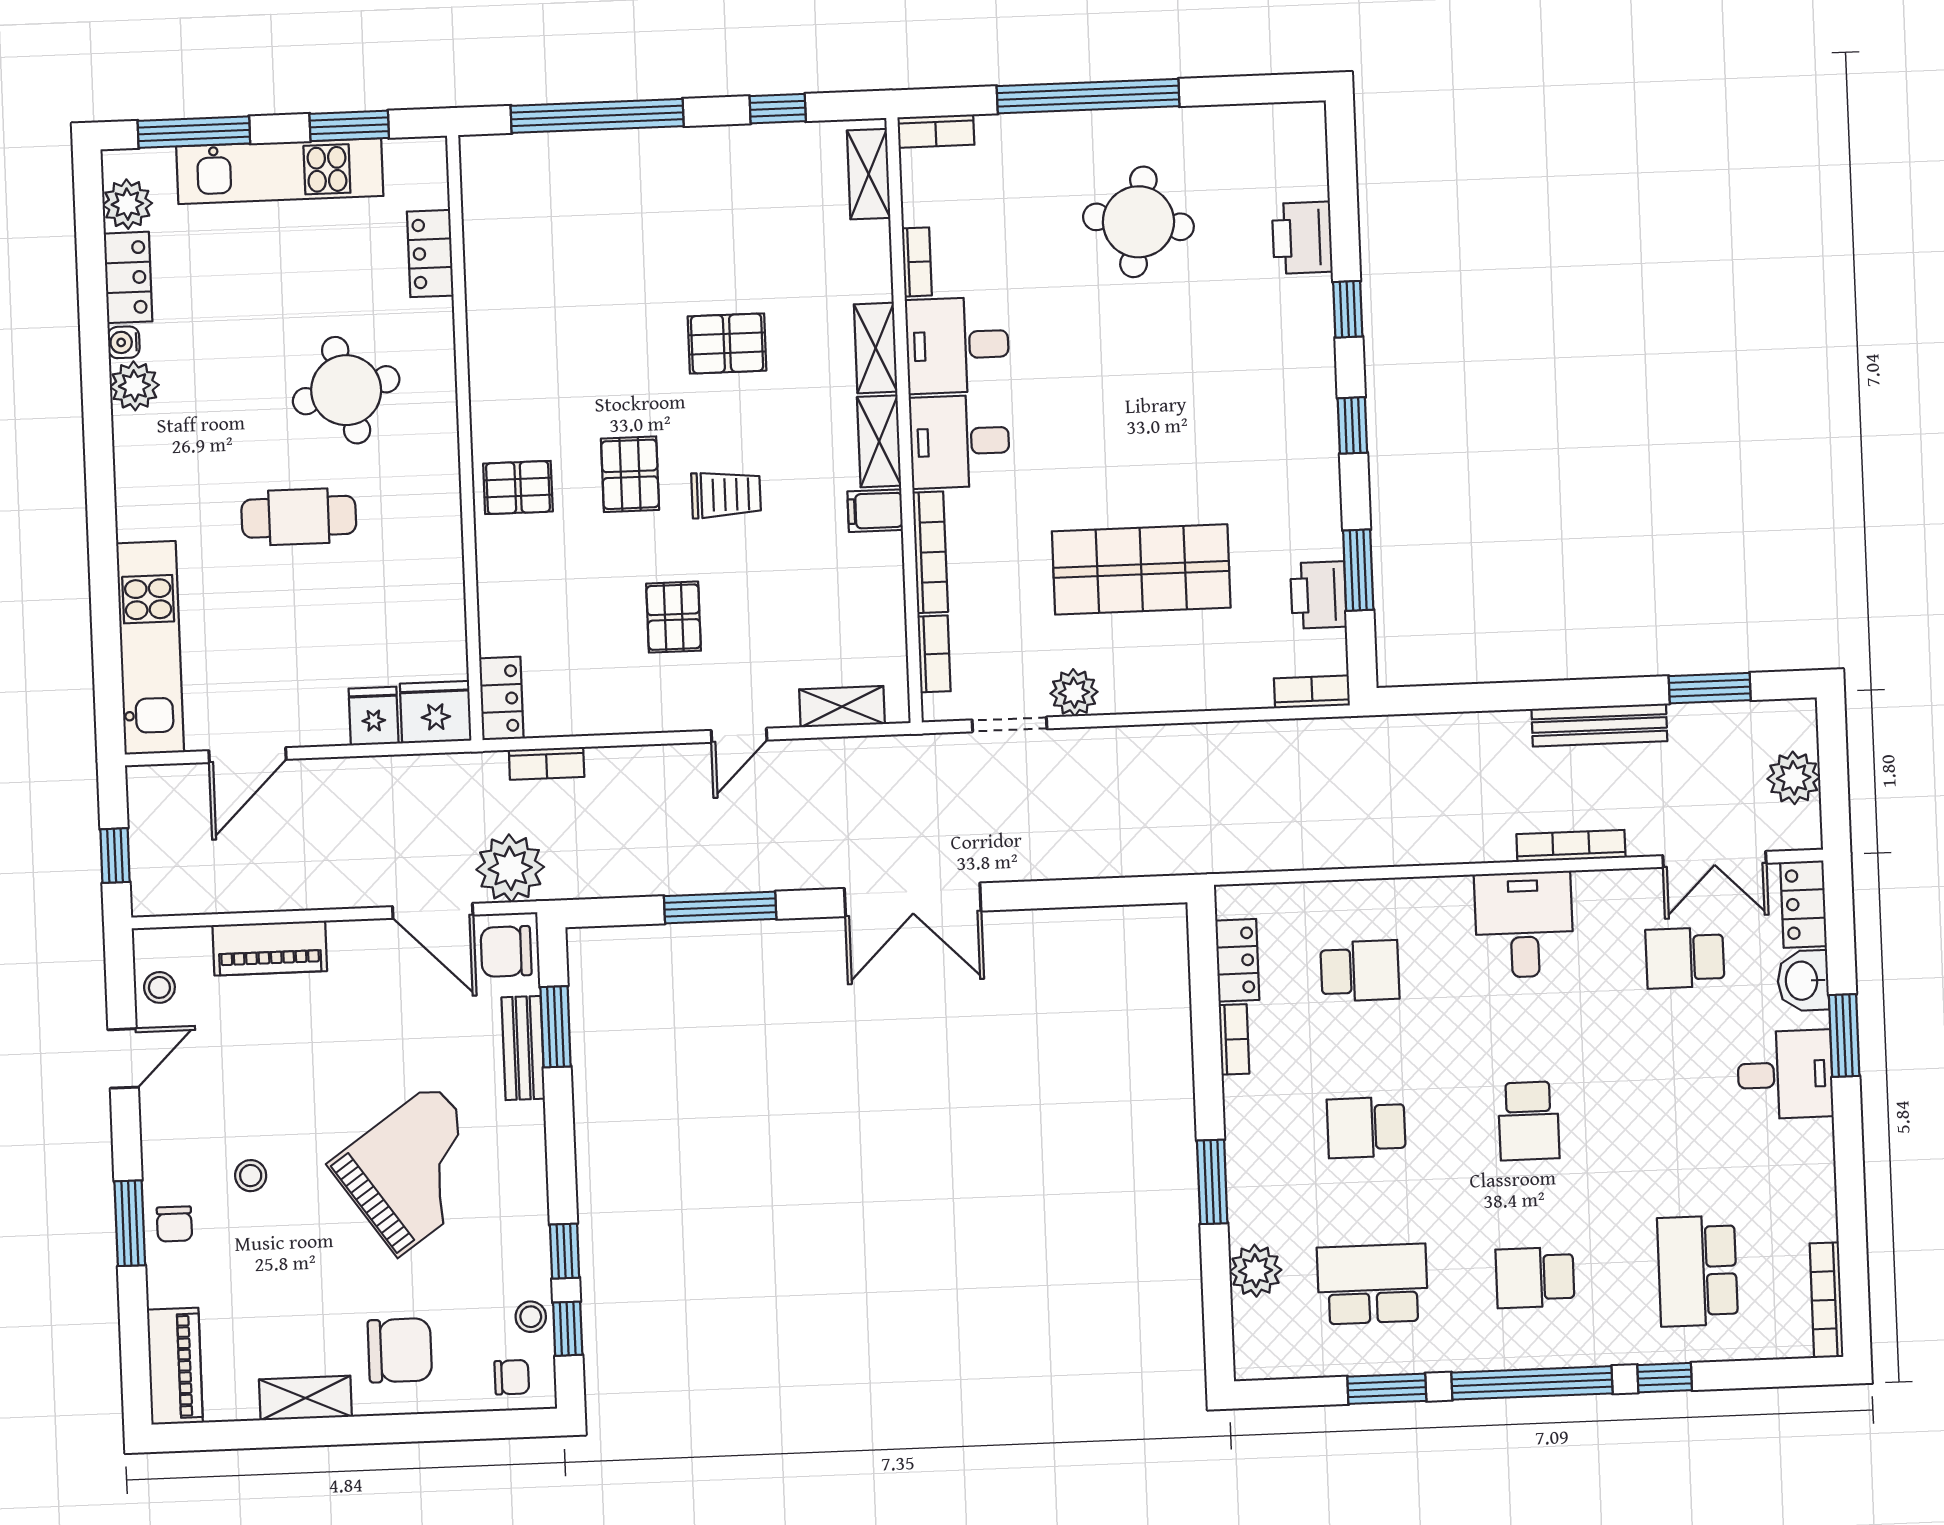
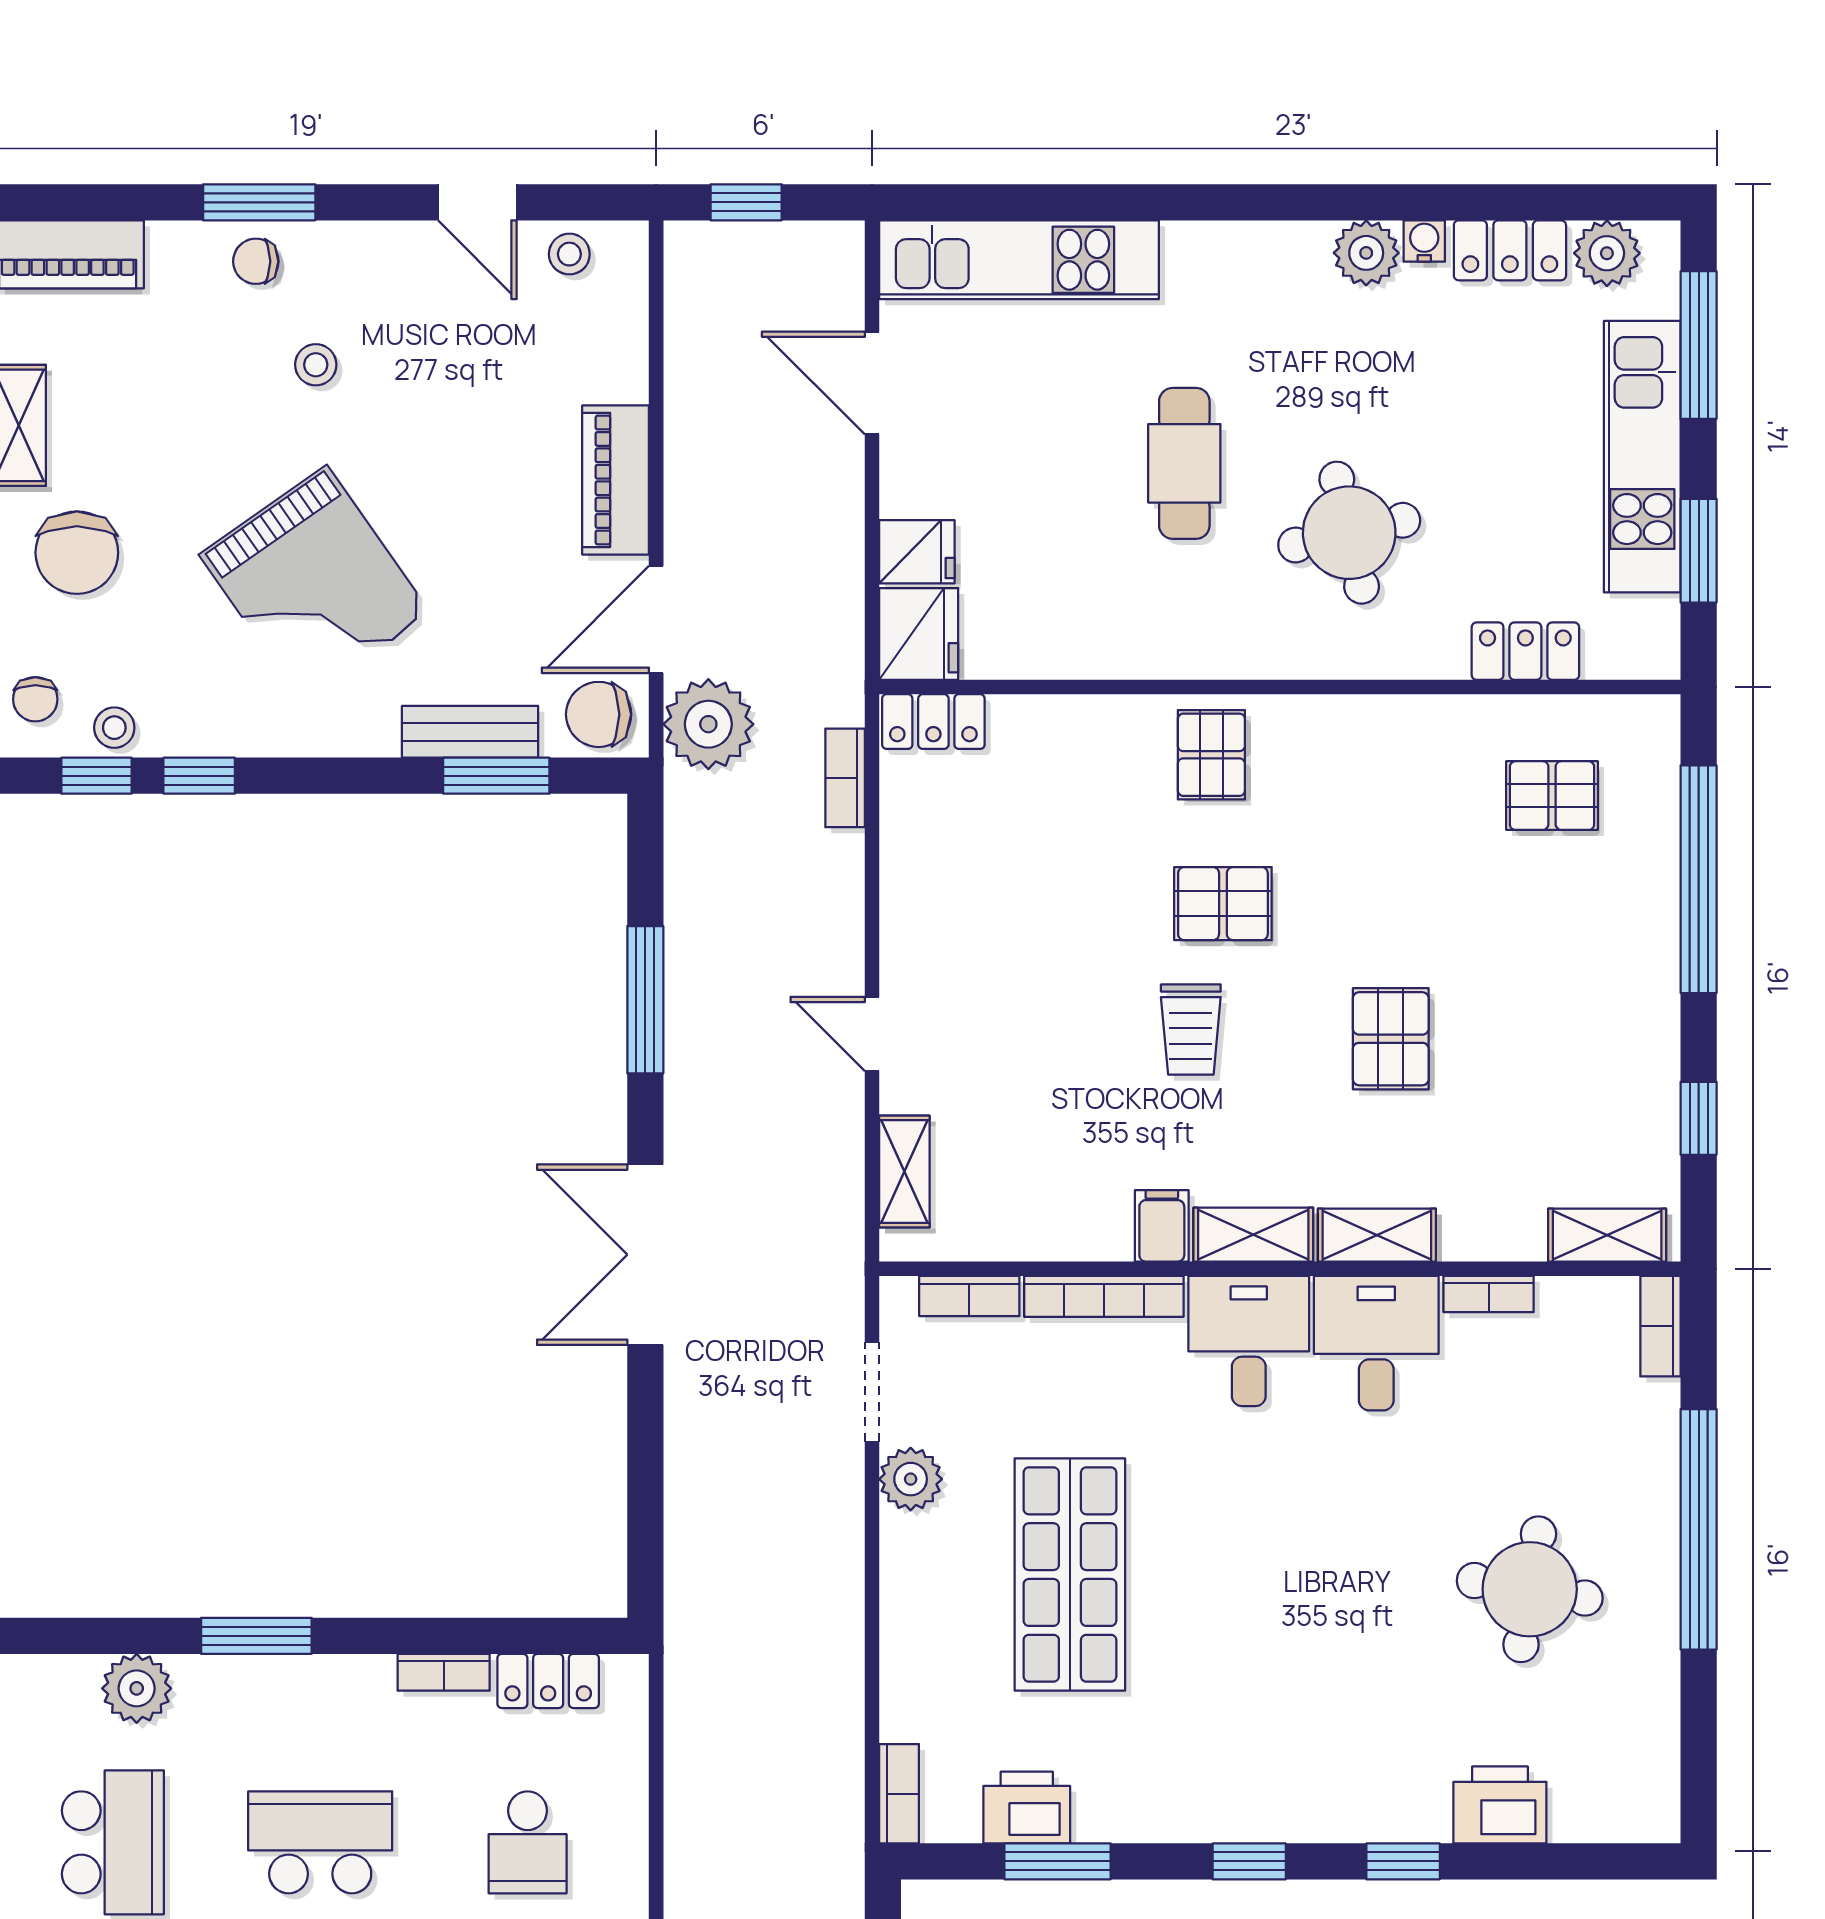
pallet: (674, 617) -> (1552, 796), moved
piano: (270, 948) -> (616, 480), moved
chair: (506, 951) -> (599, 714), turned -90
school desk: (1366, 1127) -> (320, 1842), width x1.85

